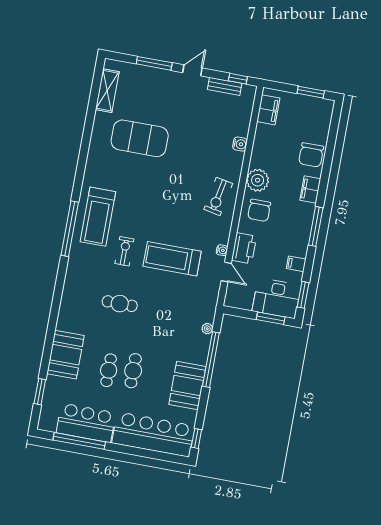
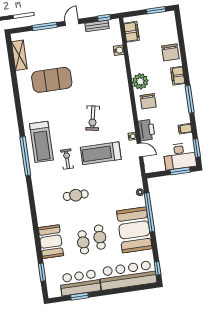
water cooler: (240, 144) -> (119, 50), moved
exercise bike: (218, 196) -> (93, 118), moved
booth: (187, 385) -> (134, 230), width x1.36, depth x1.42
window: (79, 441) -> (80, 296), width x0.47

